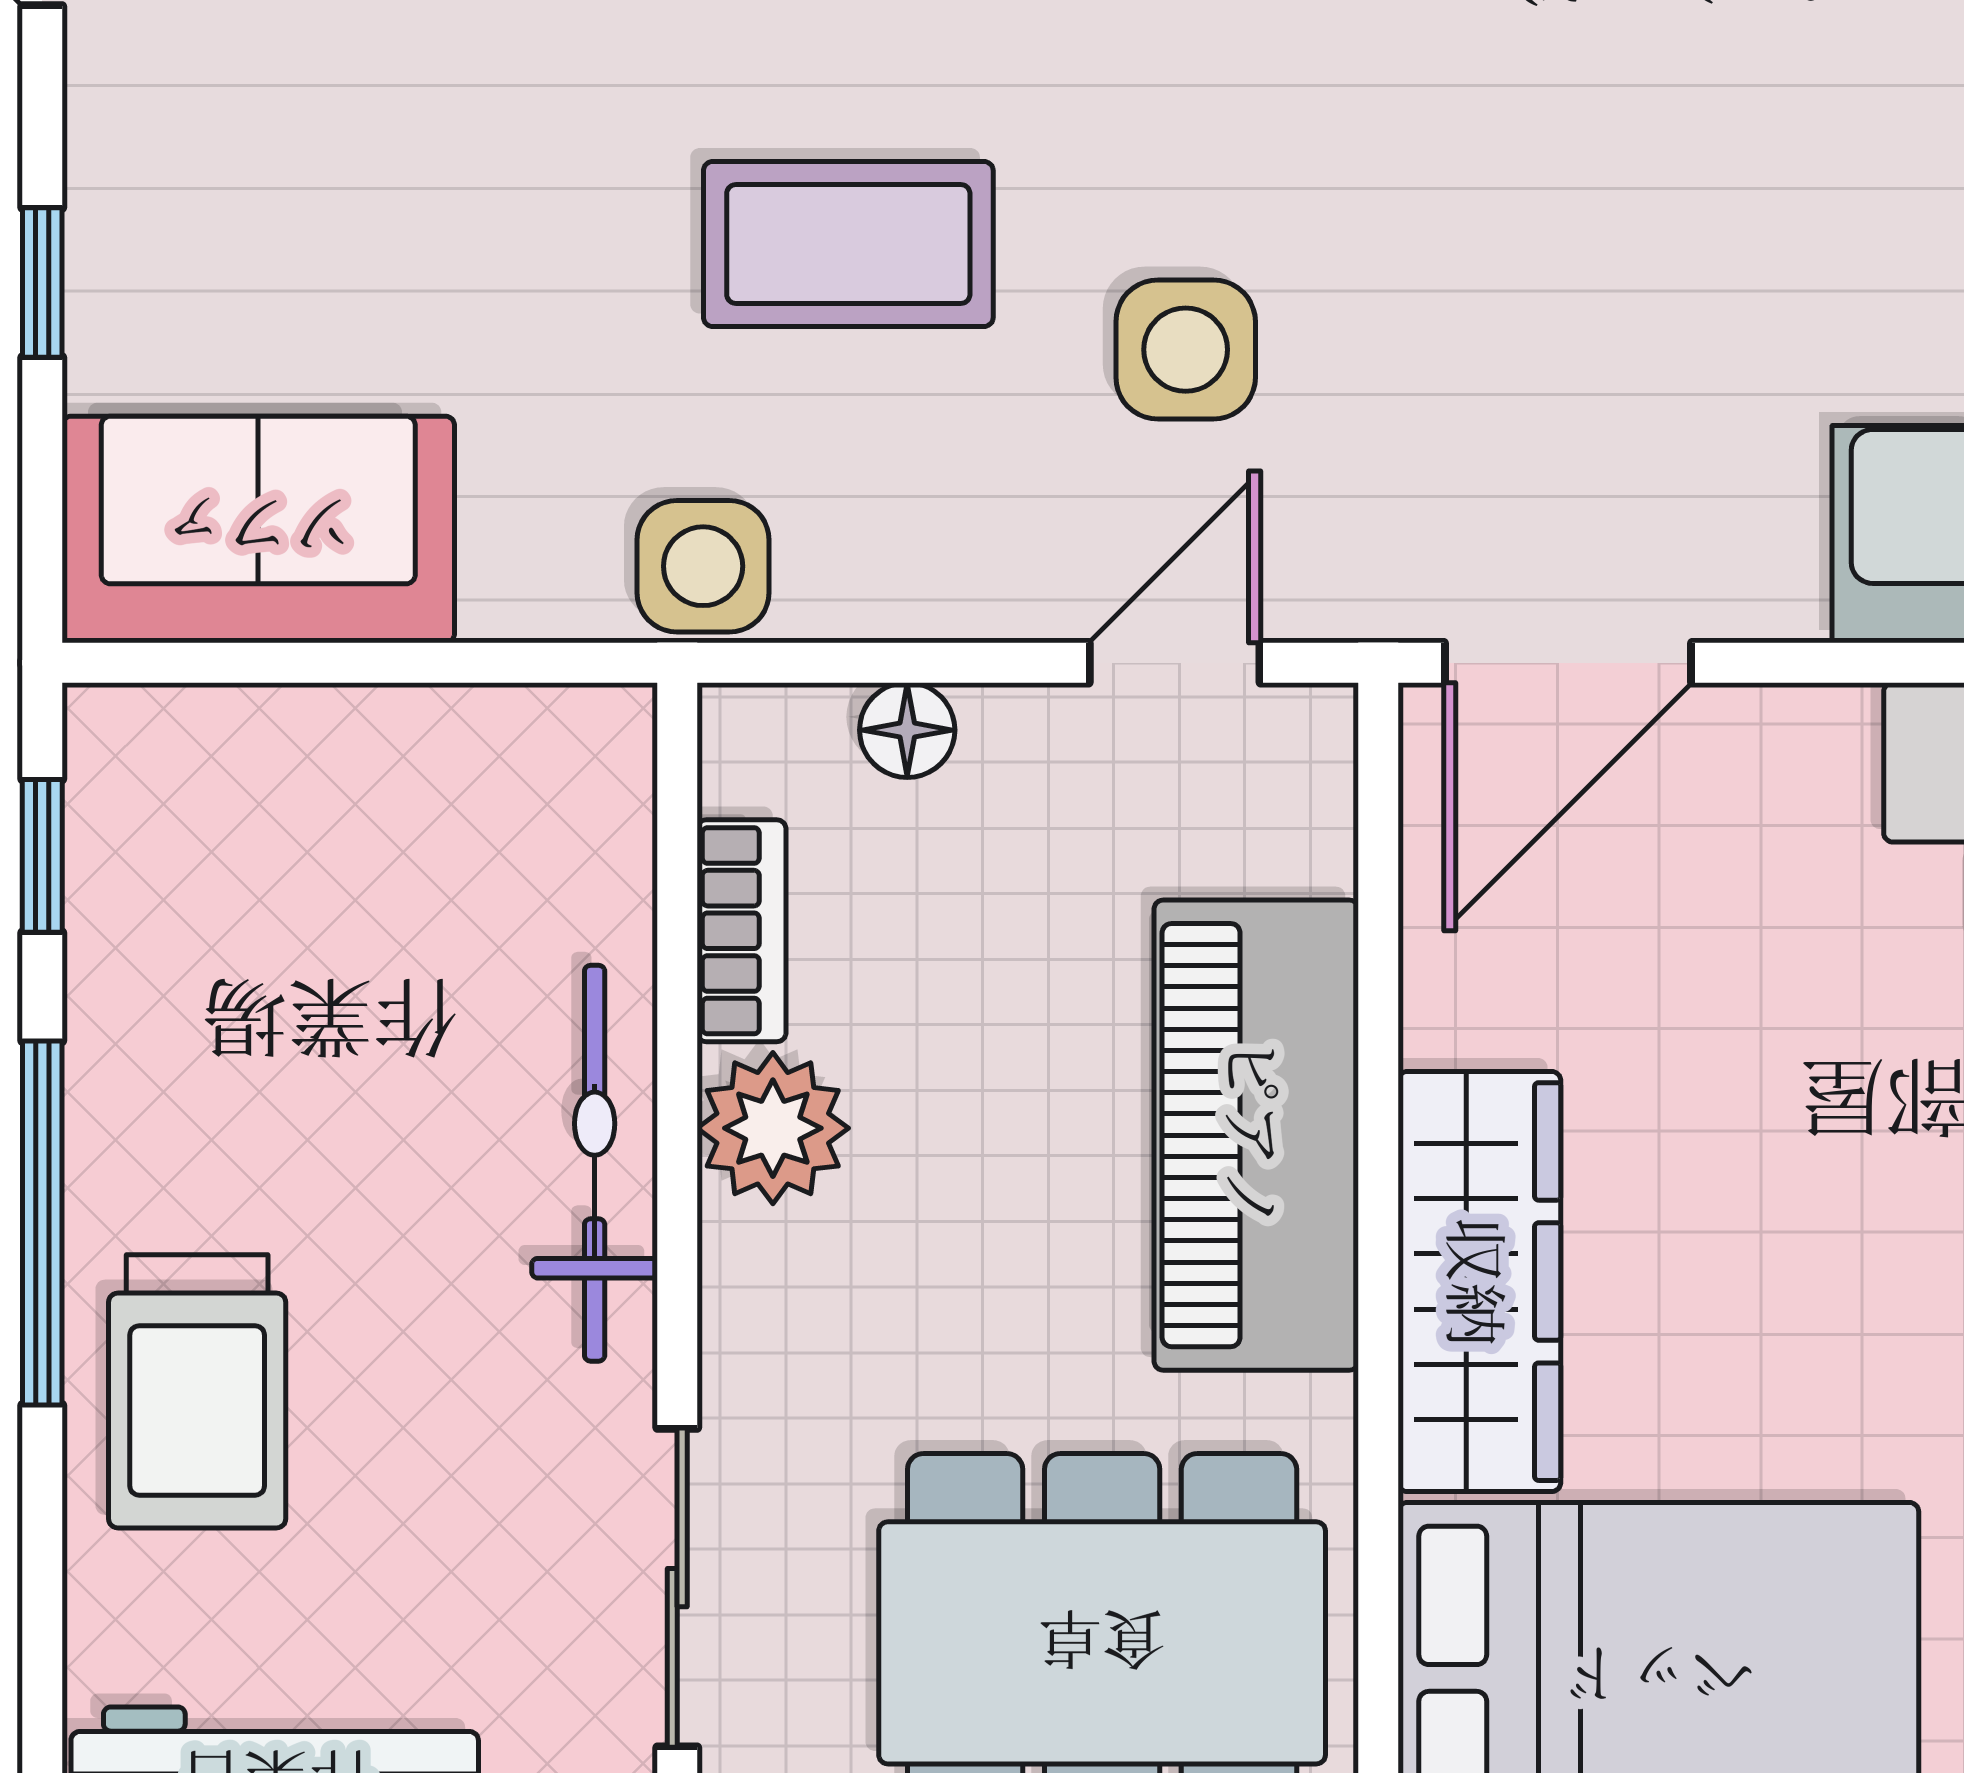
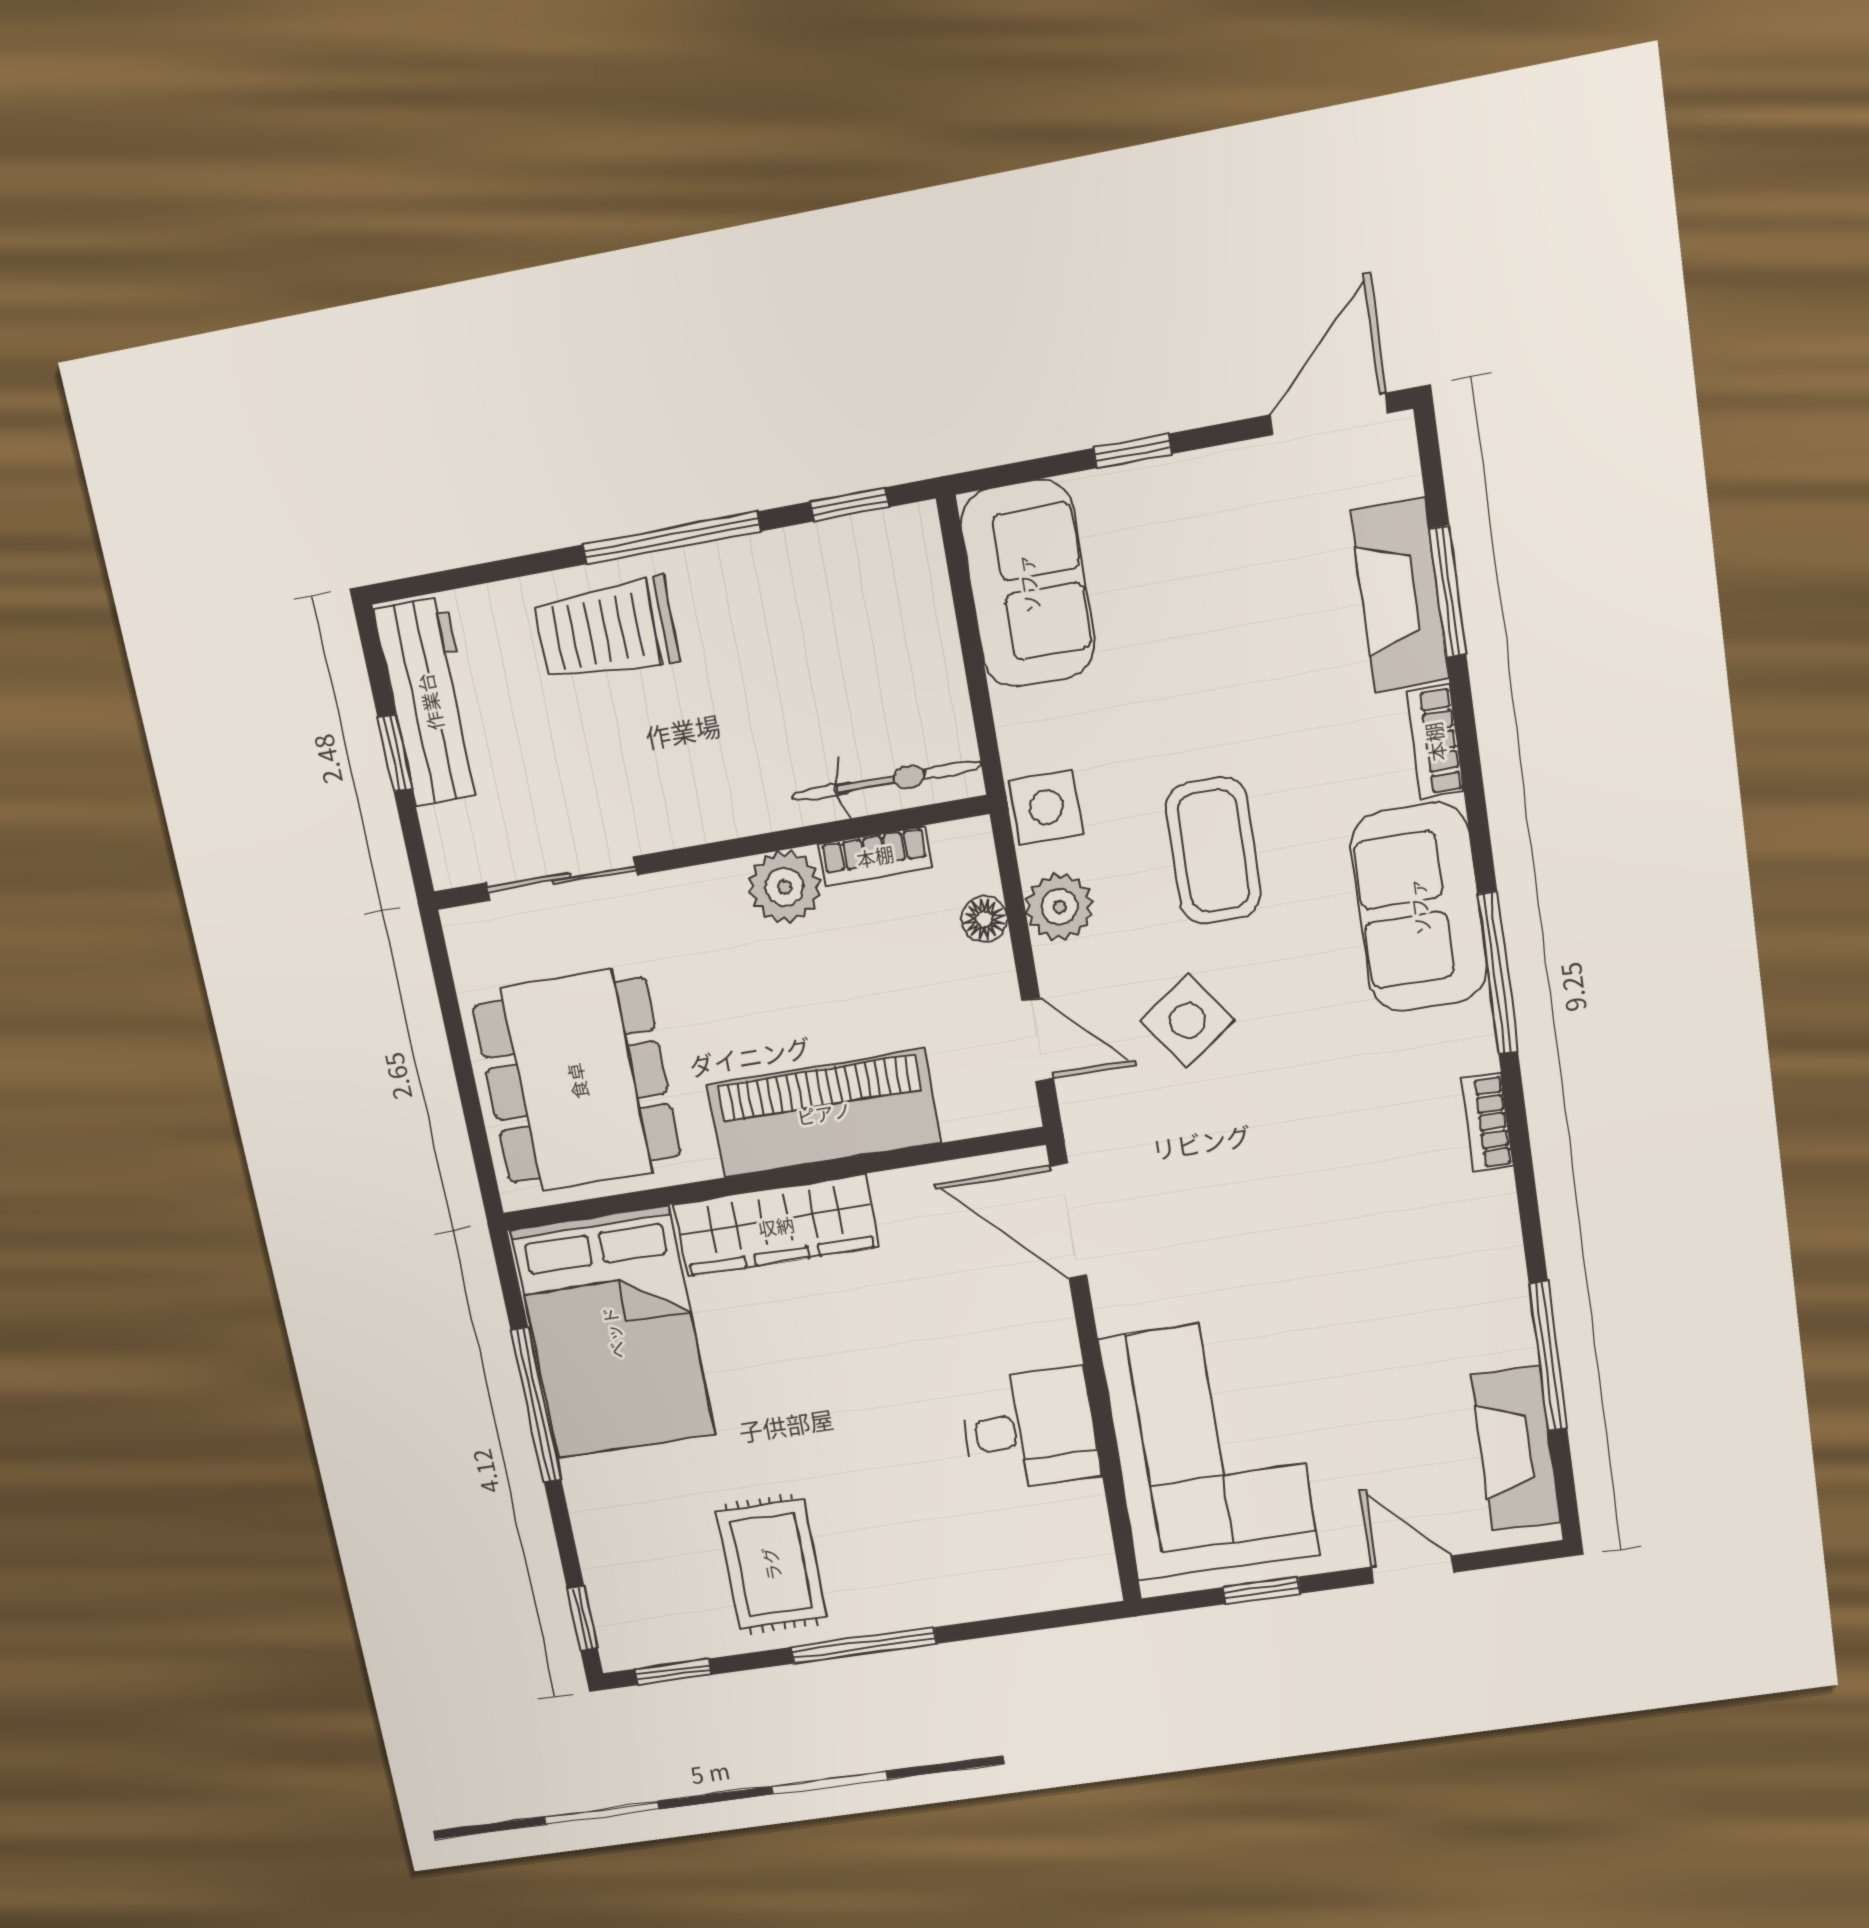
side table: (1186, 350) -> (1187, 1021), turned -36
plant: (909, 573) -> (1059, 907), added
bicycle: (595, 1163) -> (886, 781), moved

